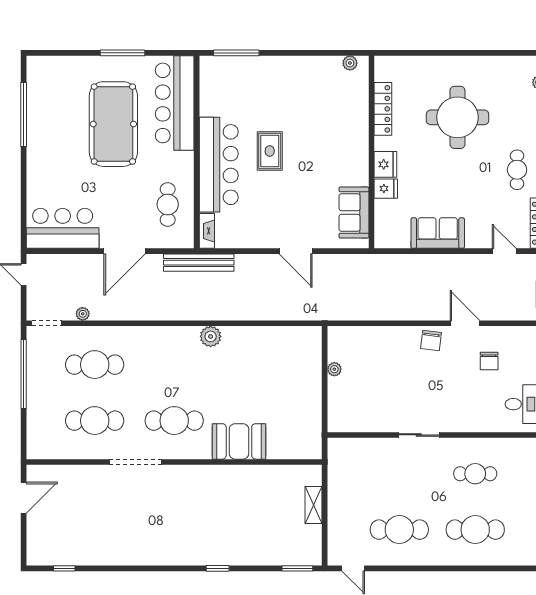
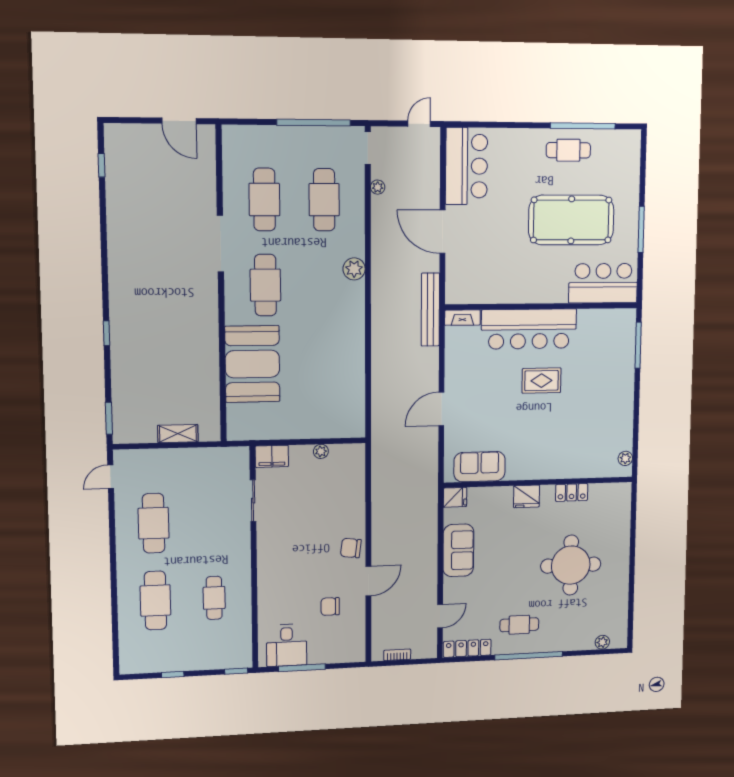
bar counter: (175, 103) -> (603, 283), width x0.73
locker: (383, 109) -> (572, 492), width x0.66
fridge: (386, 189) -> (455, 497), moved, turned -90
cafe table: (168, 204) -> (568, 150), moved
plant: (211, 336) -> (354, 269), moved
filing cabinet: (338, 416) -> (272, 456), added
sliding door: (419, 435) -> (253, 501), moved
booth: (239, 441) -> (252, 364), width x1.36, depth x1.42

